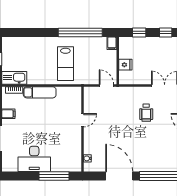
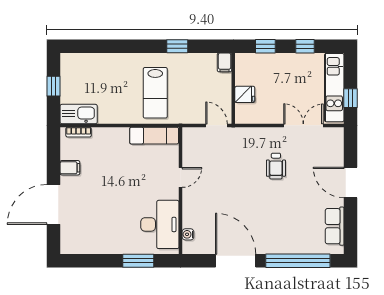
window: (80, 33) -> (177, 46), width x0.32
exam couch: (40, 92) -> (154, 136), moved
desk: (34, 159) -> (160, 224), moved, turned -90
window: (54, 176) -> (138, 261), width x0.69

